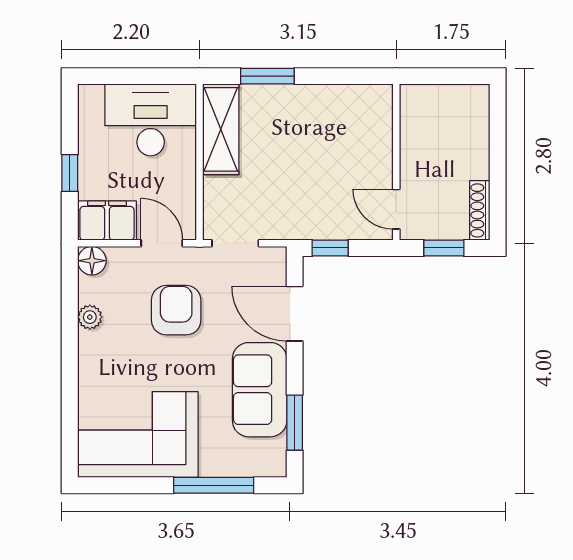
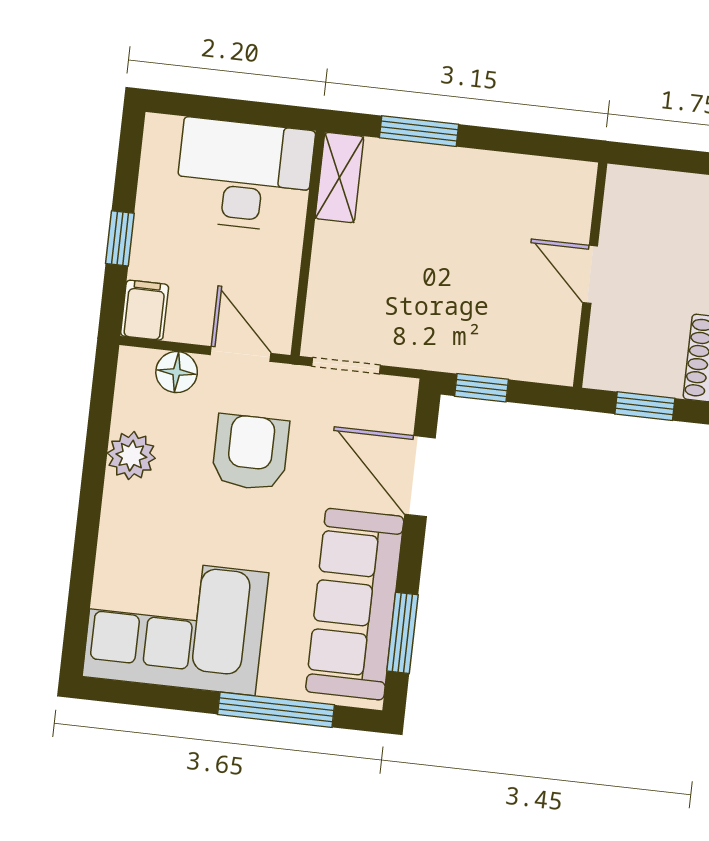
shelving: (221, 129) -> (339, 177), width x0.67, depth x0.75
door: (396, 209) -> (590, 274), moved
filing cabinet: (107, 221) -> (145, 310), width x0.50
floor lamp: (92, 261) -> (177, 372), moved
plant: (90, 317) -> (131, 456), width x1.38, depth x1.38
sofa: (260, 390) -> (355, 604), width x1.36

